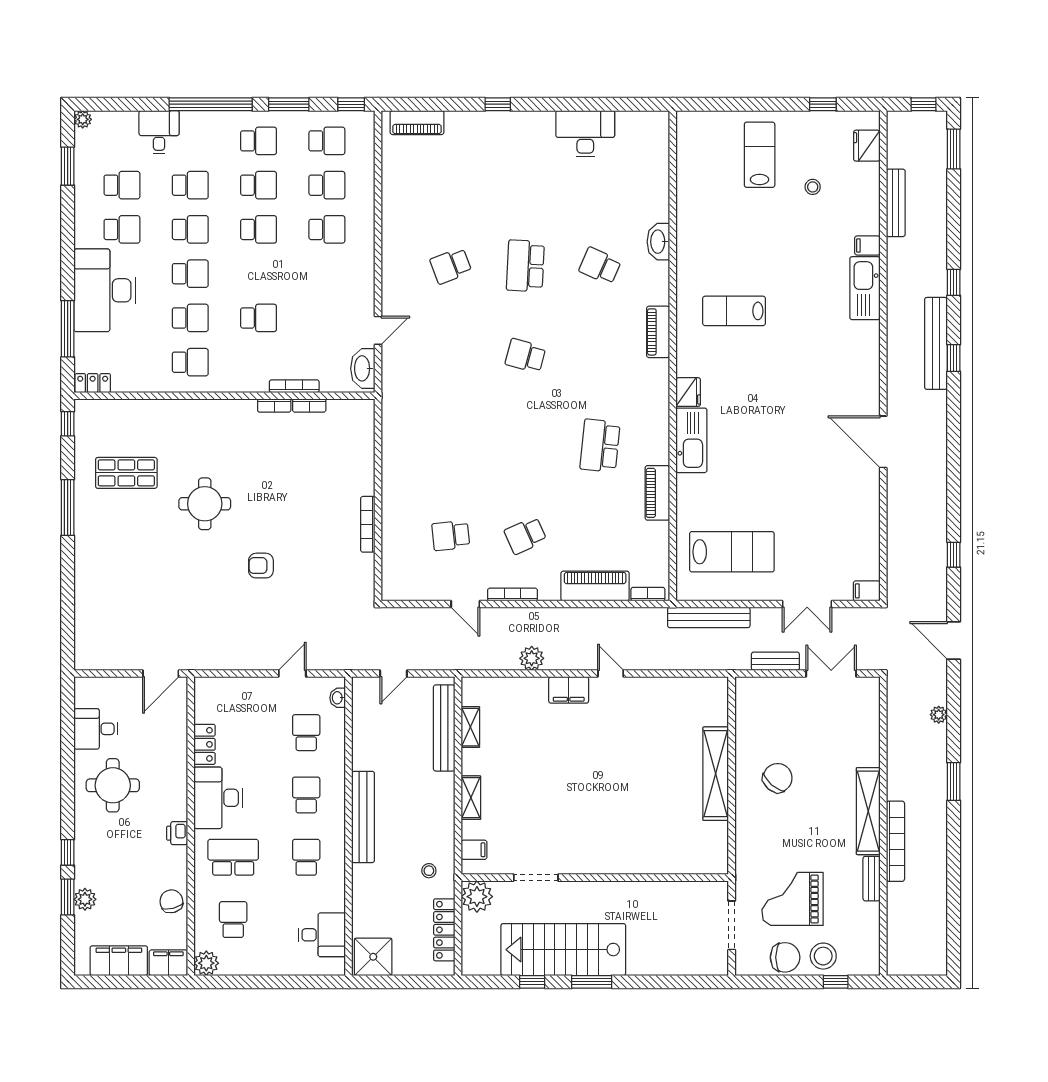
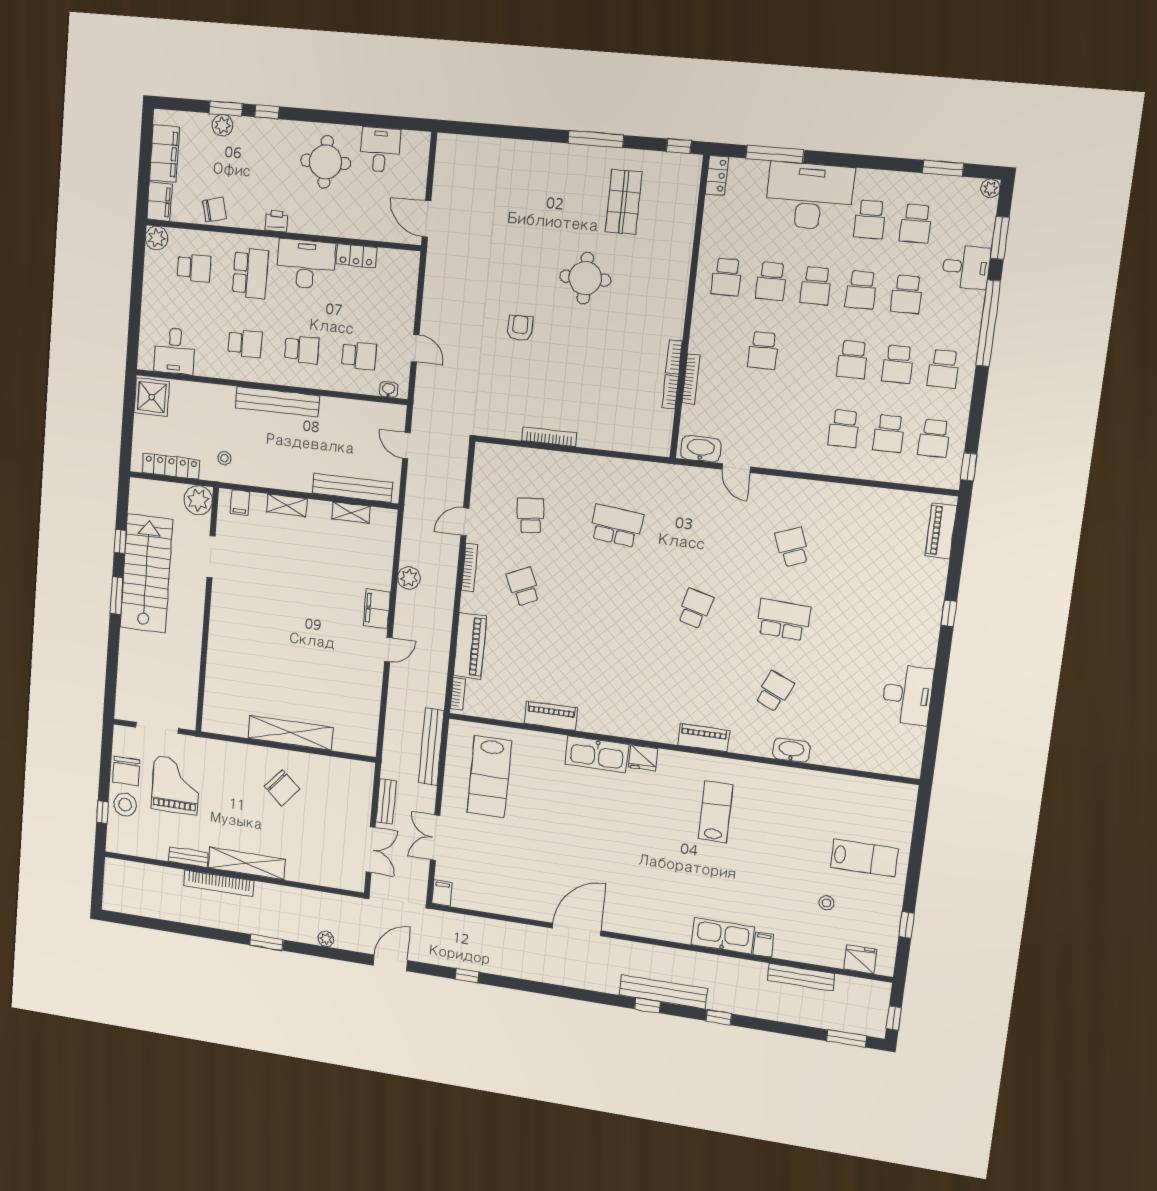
window: (289, 104) -> (1000, 238), moved
school desk: (600, 446) -> (616, 526), moved

